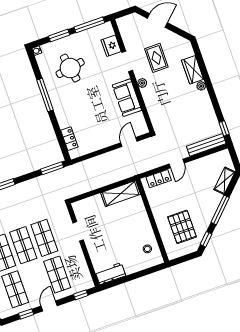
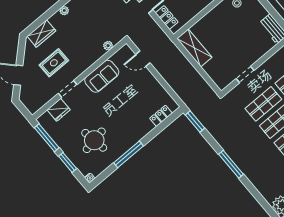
wardrobe: (193, 70) -> (41, 33), moved
plant: (142, 83) -> (108, 46), moved

